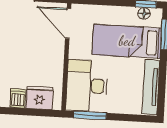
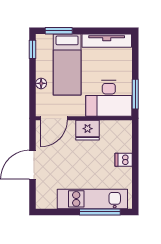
floor lamp: (144, 13) -> (41, 83), moved
fridge: (40, 98) -> (88, 130), moved, turned -90

